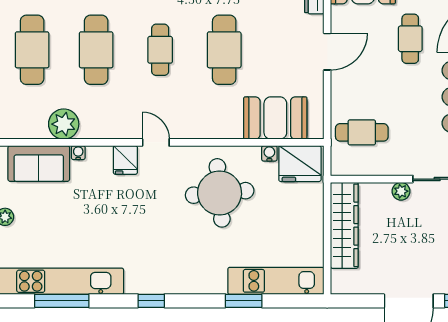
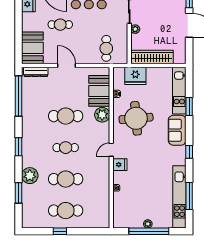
plant: (64, 124) -> (102, 115), moved
sofa: (39, 164) -> (177, 130), moved, turned 180
fridge: (300, 164) -> (135, 76), moved, turned 90

